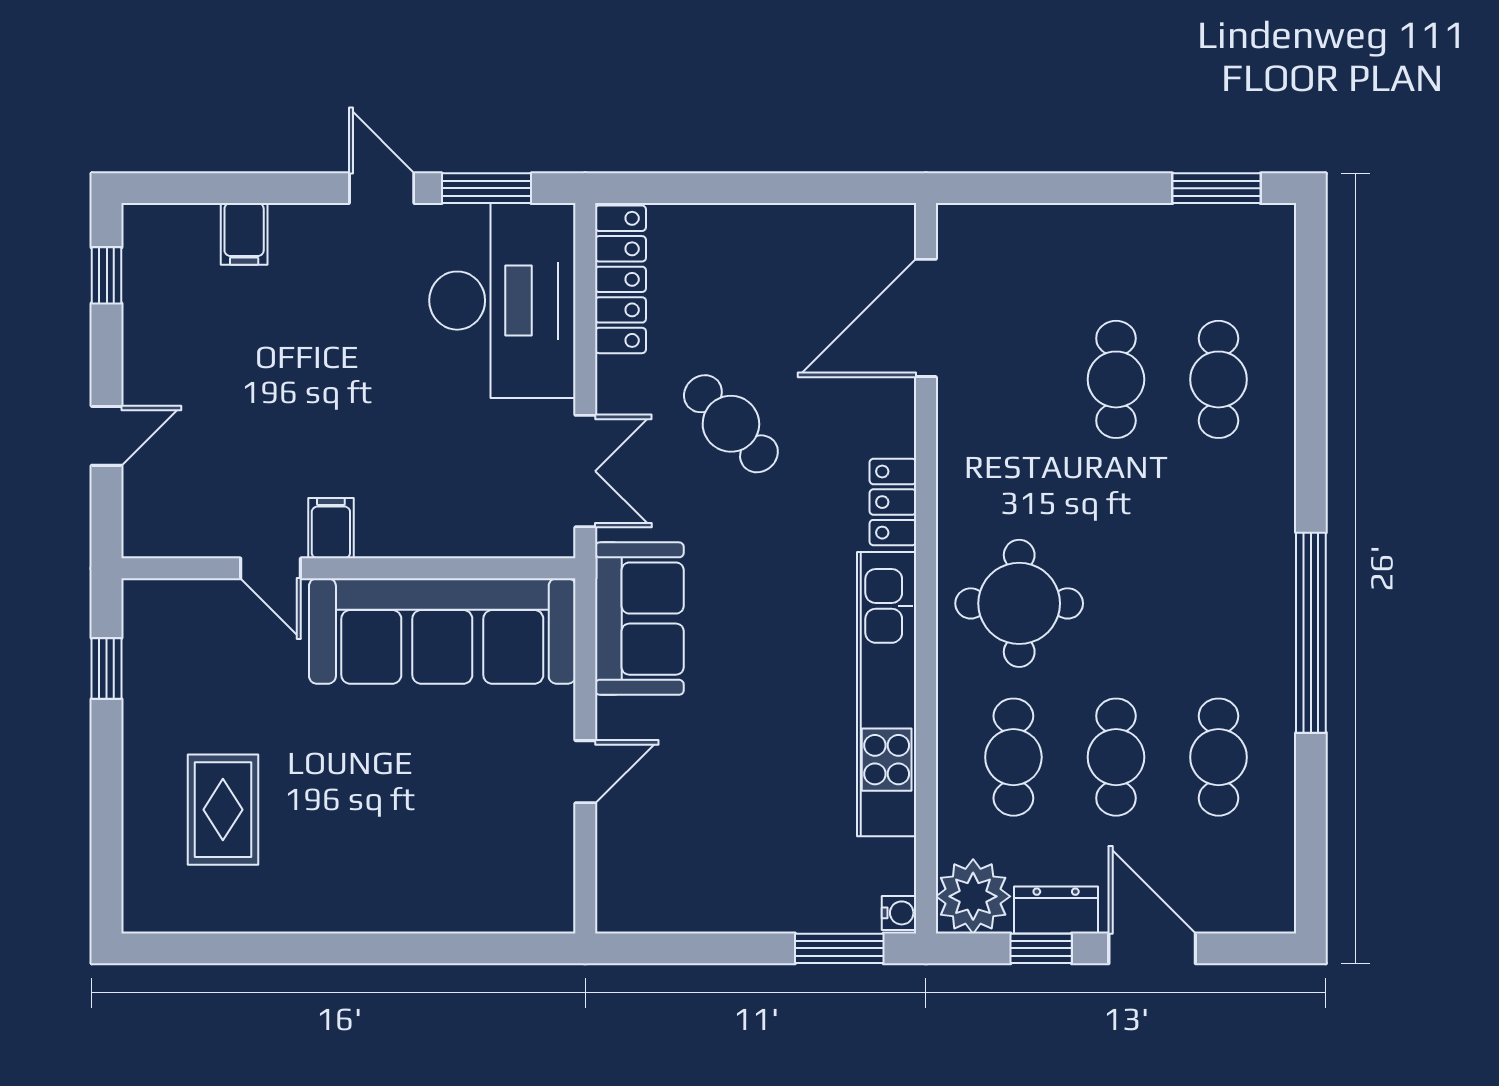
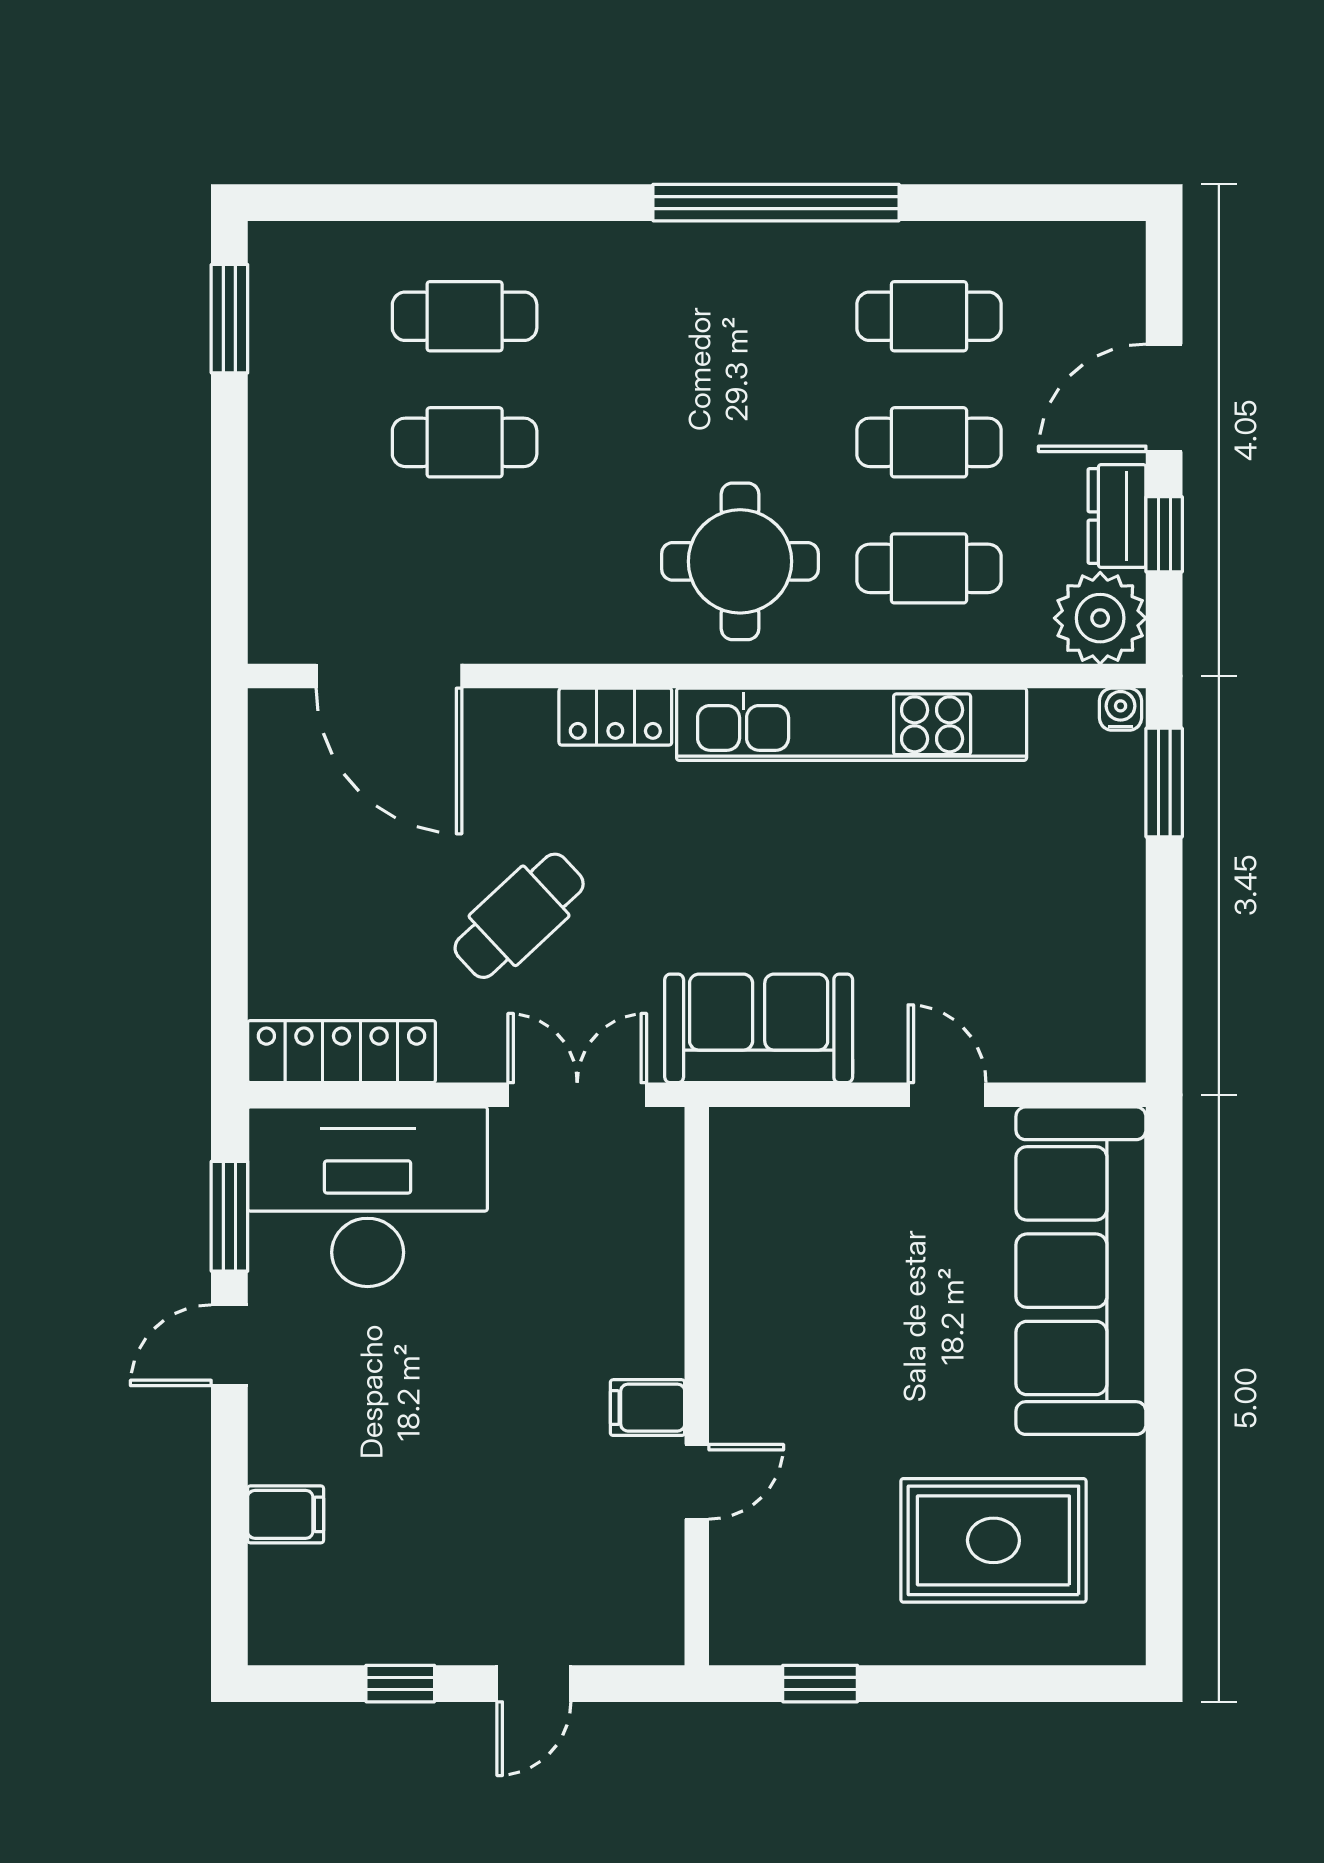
window: (107, 275) -> (400, 1684), moved
door: (107, 436) -> (534, 1684), swing flipped
sofa: (442, 631) -> (1081, 1271), moved, turned 180
rug: (223, 810) -> (993, 1540), width x1.36, depth x1.43

